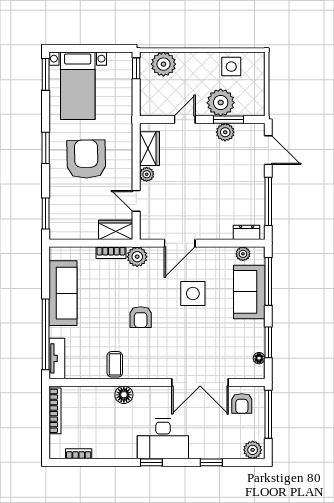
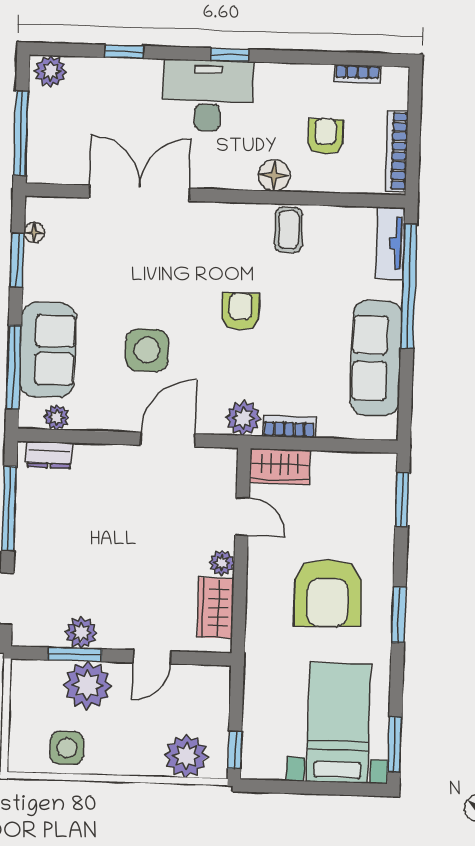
armchair: (242, 403) -> (325, 136), moved

